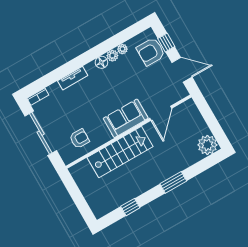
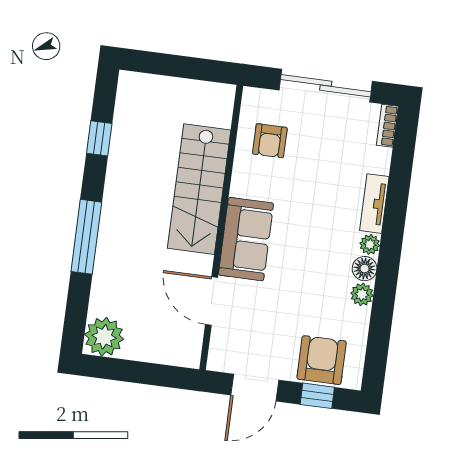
plant: (122, 49) -> (370, 244), moved
window: (173, 182) -> (86, 237), width x1.44

